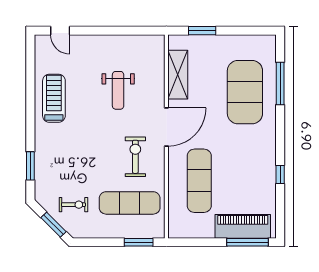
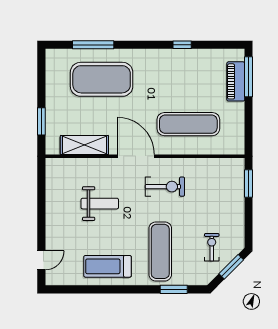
exercise bike: (135, 157) -> (165, 187), turned 180
exercise mat: (130, 203) -> (160, 251), moved
piano: (243, 226) -> (236, 81), width x0.73, depth x0.75

